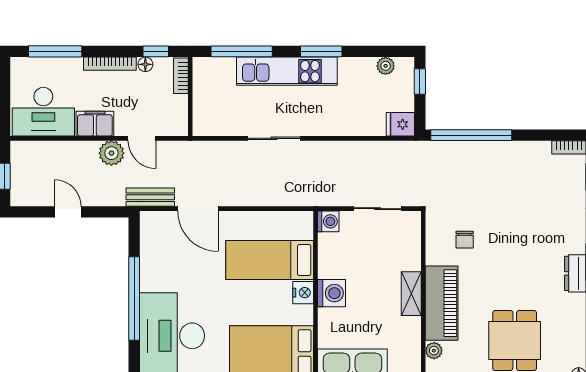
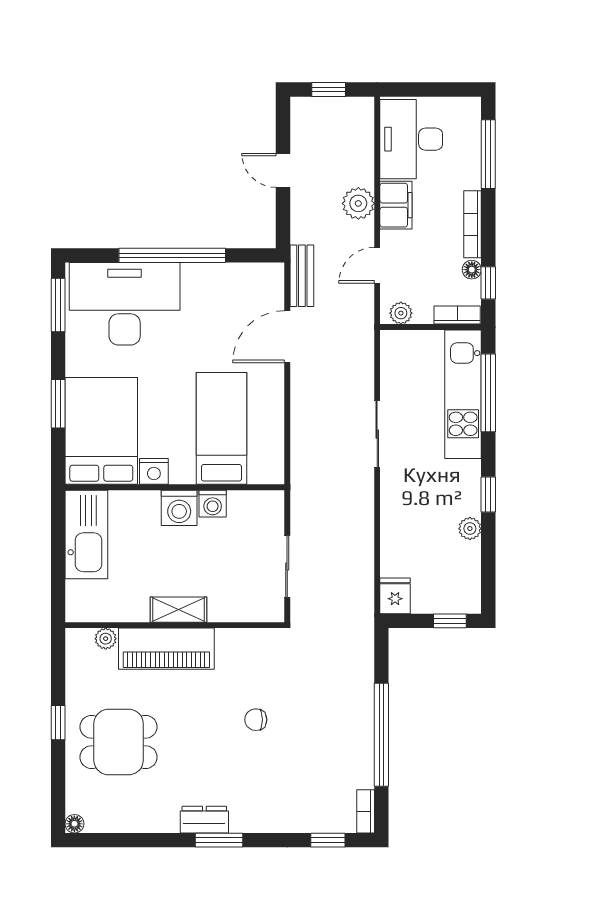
window: (321, 51) -> (488, 494), width x0.67
plant: (386, 66) -> (470, 529), moved
kitchen unit: (287, 71) -> (463, 394), moved
plant: (179, 120) -> (401, 313), added
window: (471, 135) -> (381, 735), moved
plant: (111, 153) -> (358, 203), moved
door: (68, 212) -> (283, 170), swing flipped
washing machine: (328, 221) -> (213, 504), moved
chair: (465, 240) -> (256, 720), moved
nightstand: (303, 293) -> (154, 471), moved

